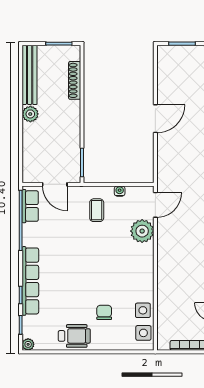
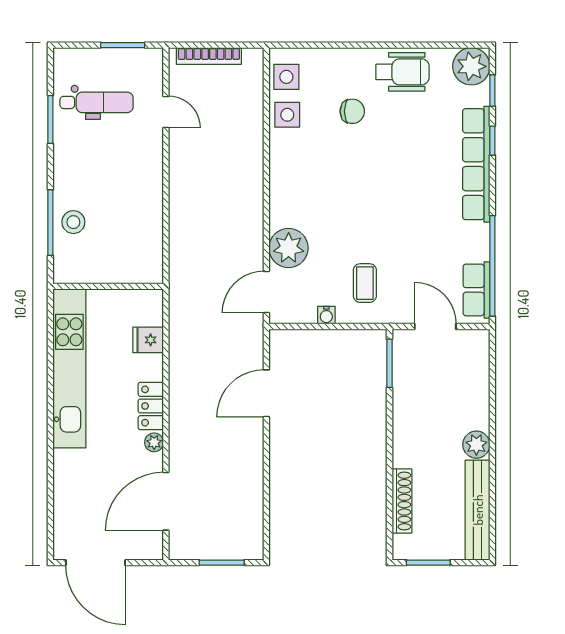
door: (155, 119) -> (266, 393), moved
chair: (104, 312) -> (352, 111), turned -90
wheelchair: (74, 336) -> (403, 72), turned 180
plant: (28, 344) -> (471, 66), width x1.88, depth x1.88

